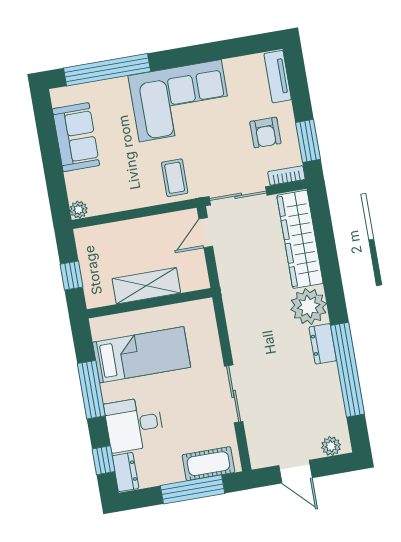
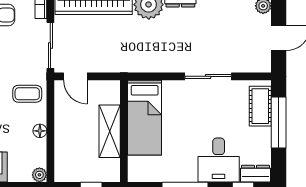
floor lamp: (132, 201) -> (40, 131), added
bed: (142, 355) -> (145, 118), moved, turned 180

